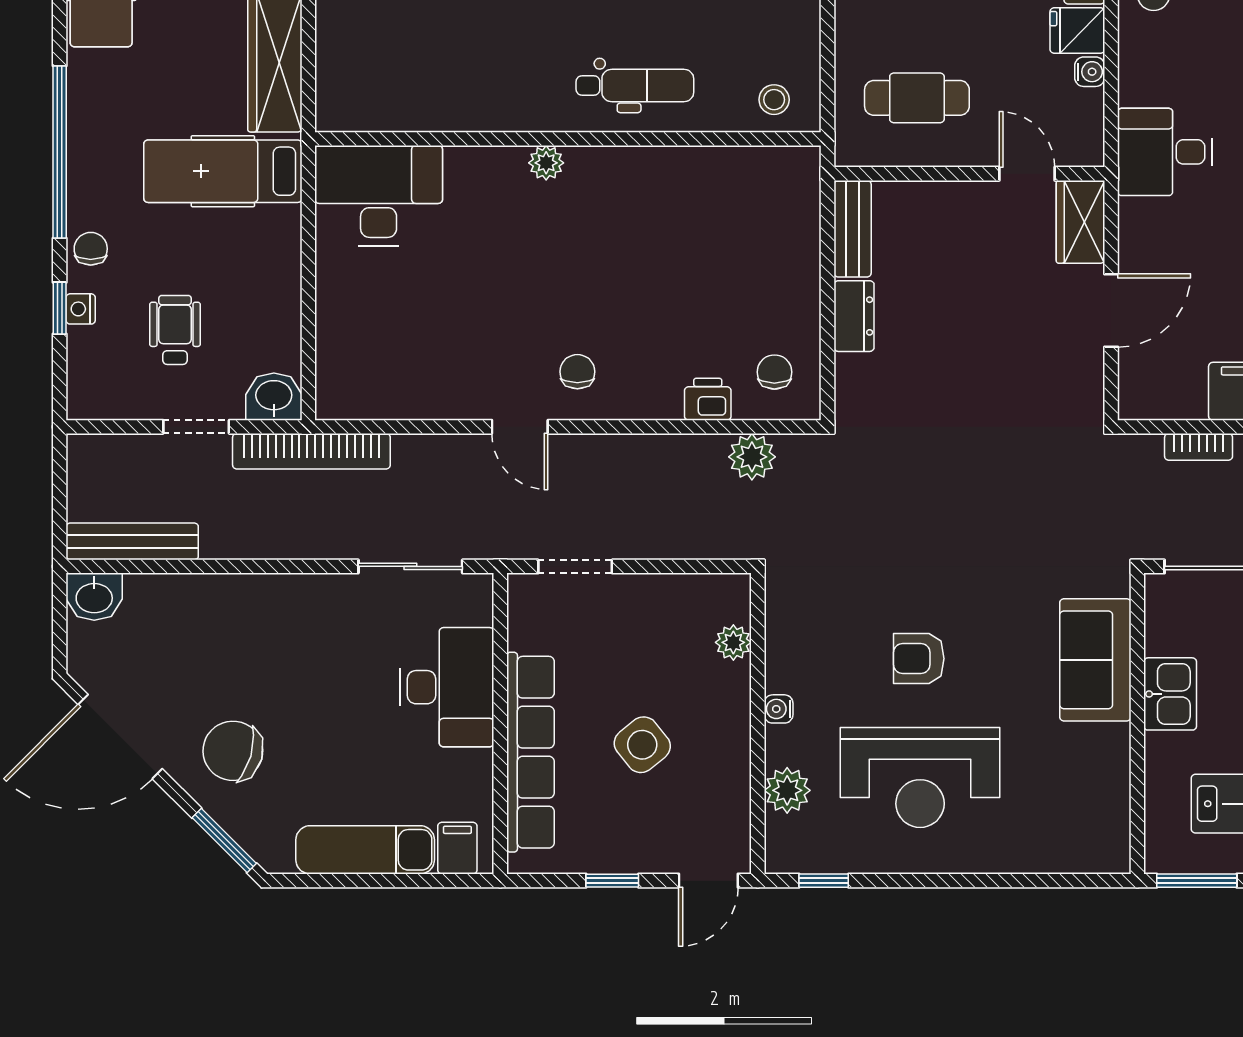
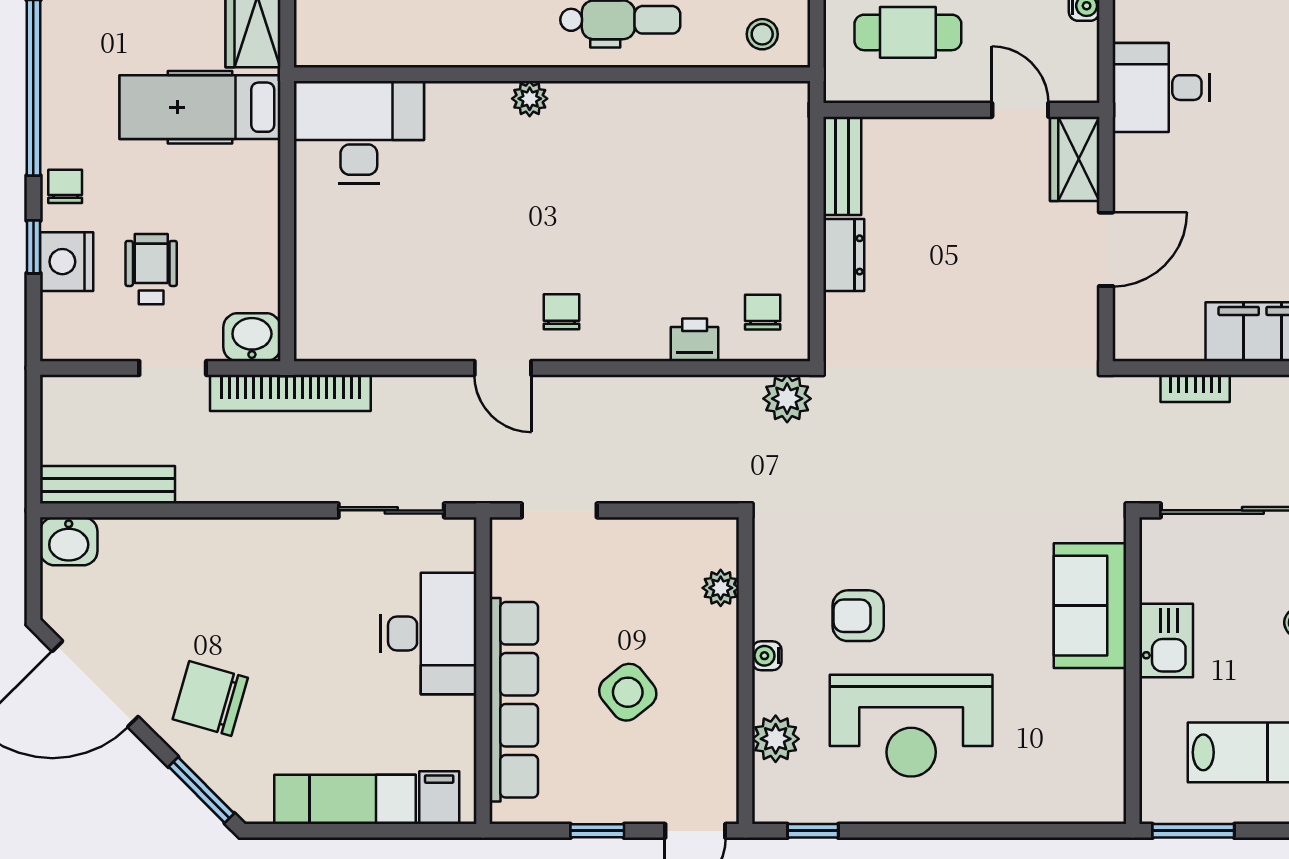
nightstand: (81, 309) -> (67, 262), width x1.89, depth x1.79
plant: (752, 457) -> (787, 399), moved
armchair: (919, 659) -> (858, 616), moved

